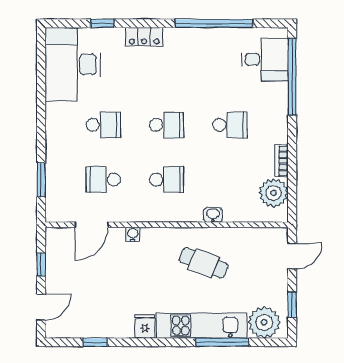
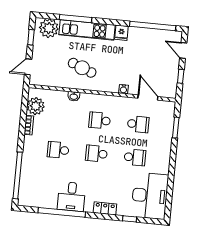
desk: (265, 59) -> (71, 197), moved, turned -90
school desk: (103, 125) -> (135, 157), turned 180
door: (91, 225) -> (148, 97), hinge flipped
door: (41, 307) -> (183, 50), hinge flipped
window: (95, 342) -> (153, 26), width x3.17

